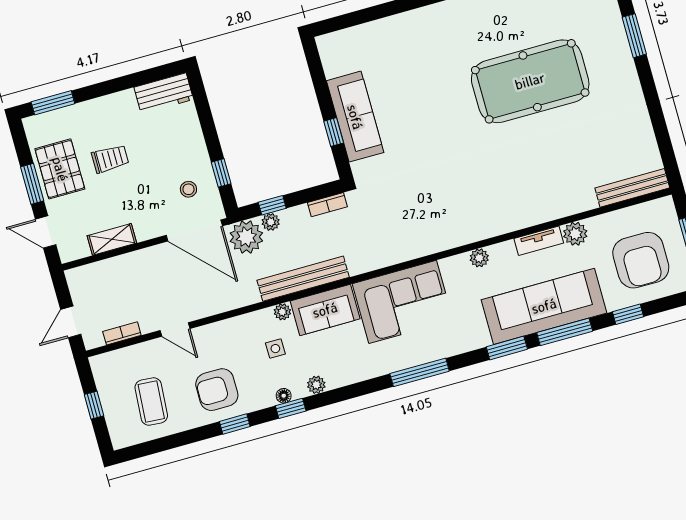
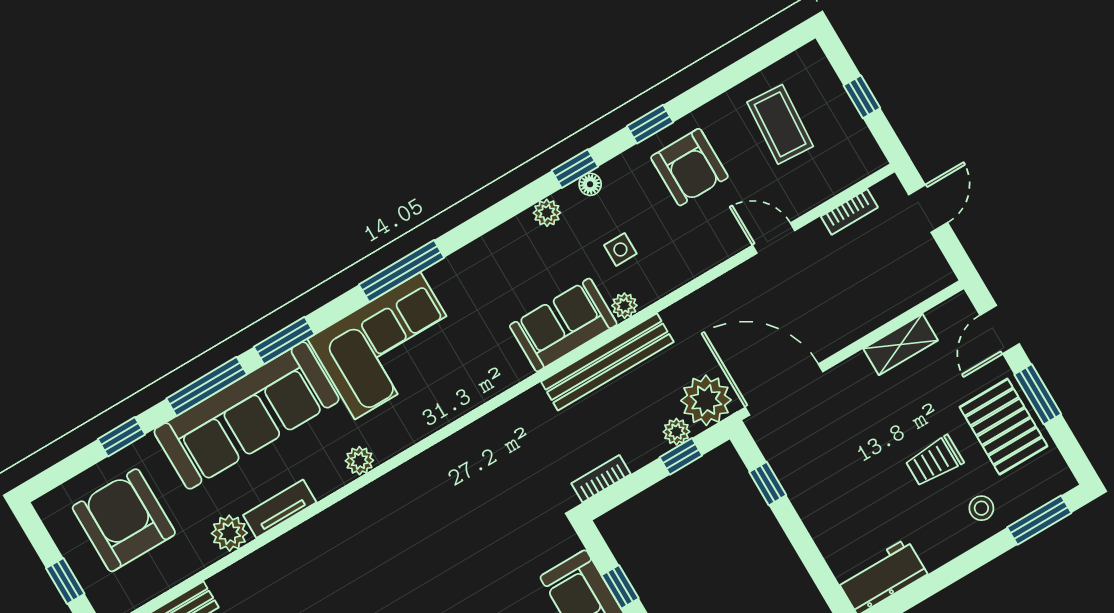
stool: (188, 189) -> (981, 508), moved
door: (46, 232) -> (1000, 330), swing flipped
corner sofa: (403, 302) -> (388, 346), moved, turned 180
armchair: (217, 390) -> (689, 167), turned 90

